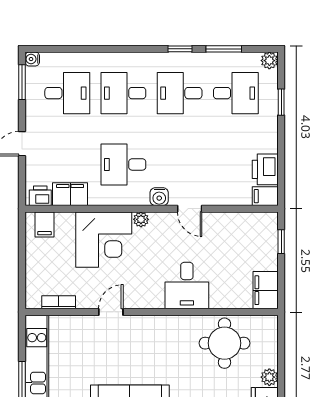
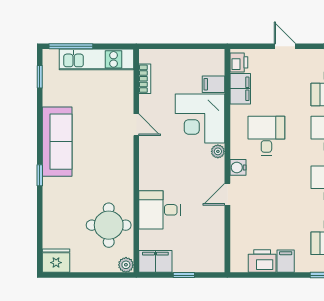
filing cabinet: (265, 196) -> (286, 261), moved
filing cabinet: (45, 224) -> (214, 84), moved
window: (281, 242) -> (184, 275), moved
desk: (187, 286) -> (160, 210), moved
plant: (269, 377) -> (126, 265), moved

